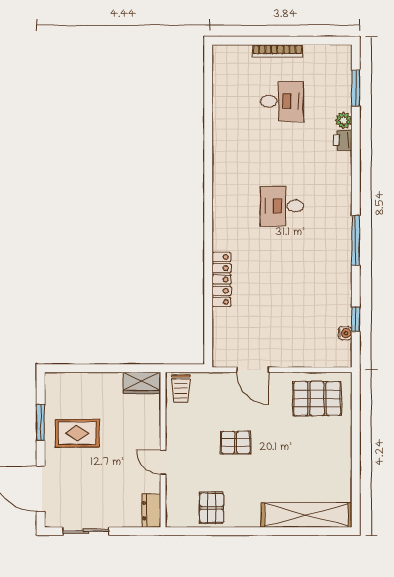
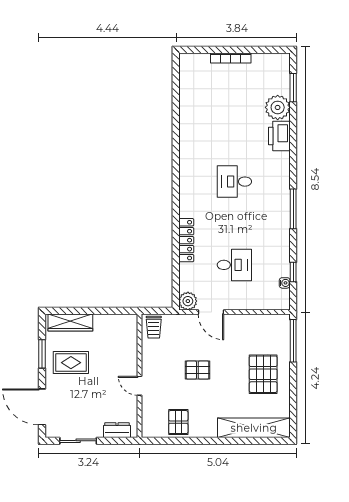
desk: (282, 101) -> (234, 265), moved
plant: (344, 120) -> (278, 107), width x1.88, depth x1.88
printer: (343, 140) -> (279, 136), width x1.87, depth x1.48
plant: (224, 356) -> (188, 301), added
wardrobe: (142, 383) -> (70, 323), moved, width x1.50
pallet: (317, 399) -> (263, 374), moved, turned 90
window: (356, 406) -> (293, 341), added
dresser: (151, 511) -> (117, 430), moved, turned 90

